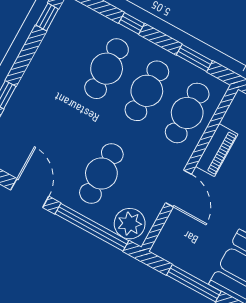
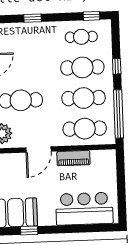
cafe table: (66, 46) -> (81, 37), added
window: (194, 58) -> (118, 114), width x2.11

